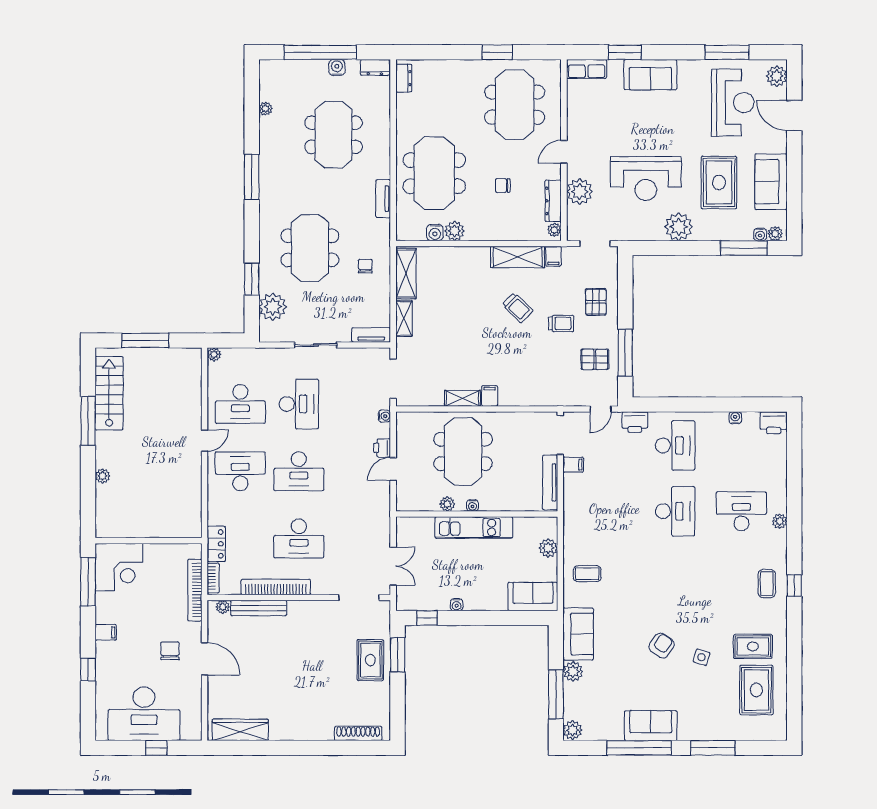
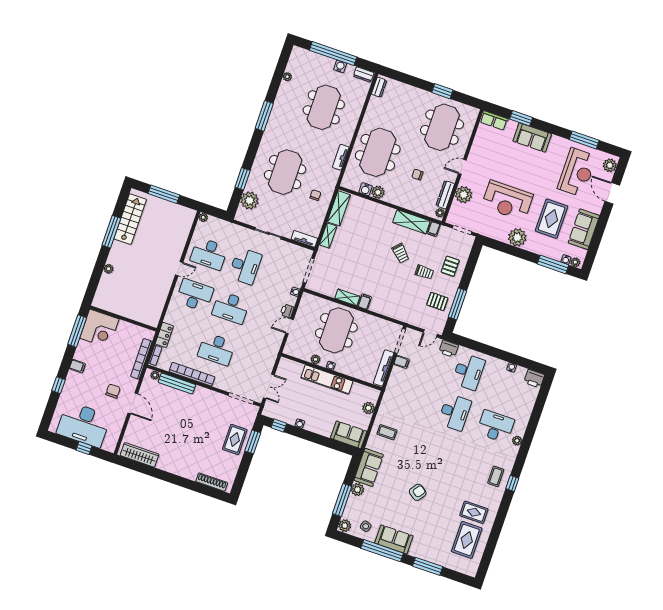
side table: (702, 657) -> (366, 526), moved

